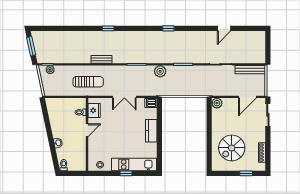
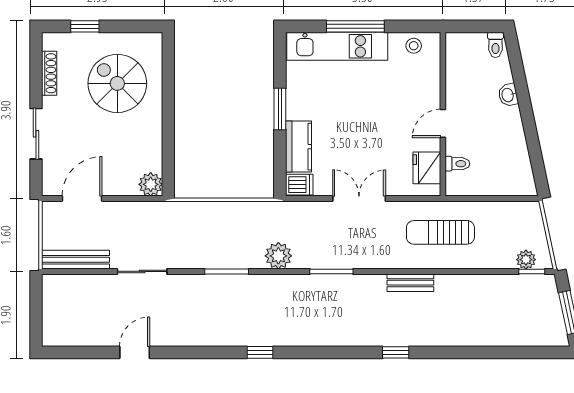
sliding door: (268, 115) -> (36, 134), moved
kitchen counter: (151, 131) -> (298, 147), moved
window: (159, 137) -> (280, 109), added
spiral stairs: (232, 148) -> (117, 83), turned -90
window: (126, 173) -> (355, 26), width x2.17

